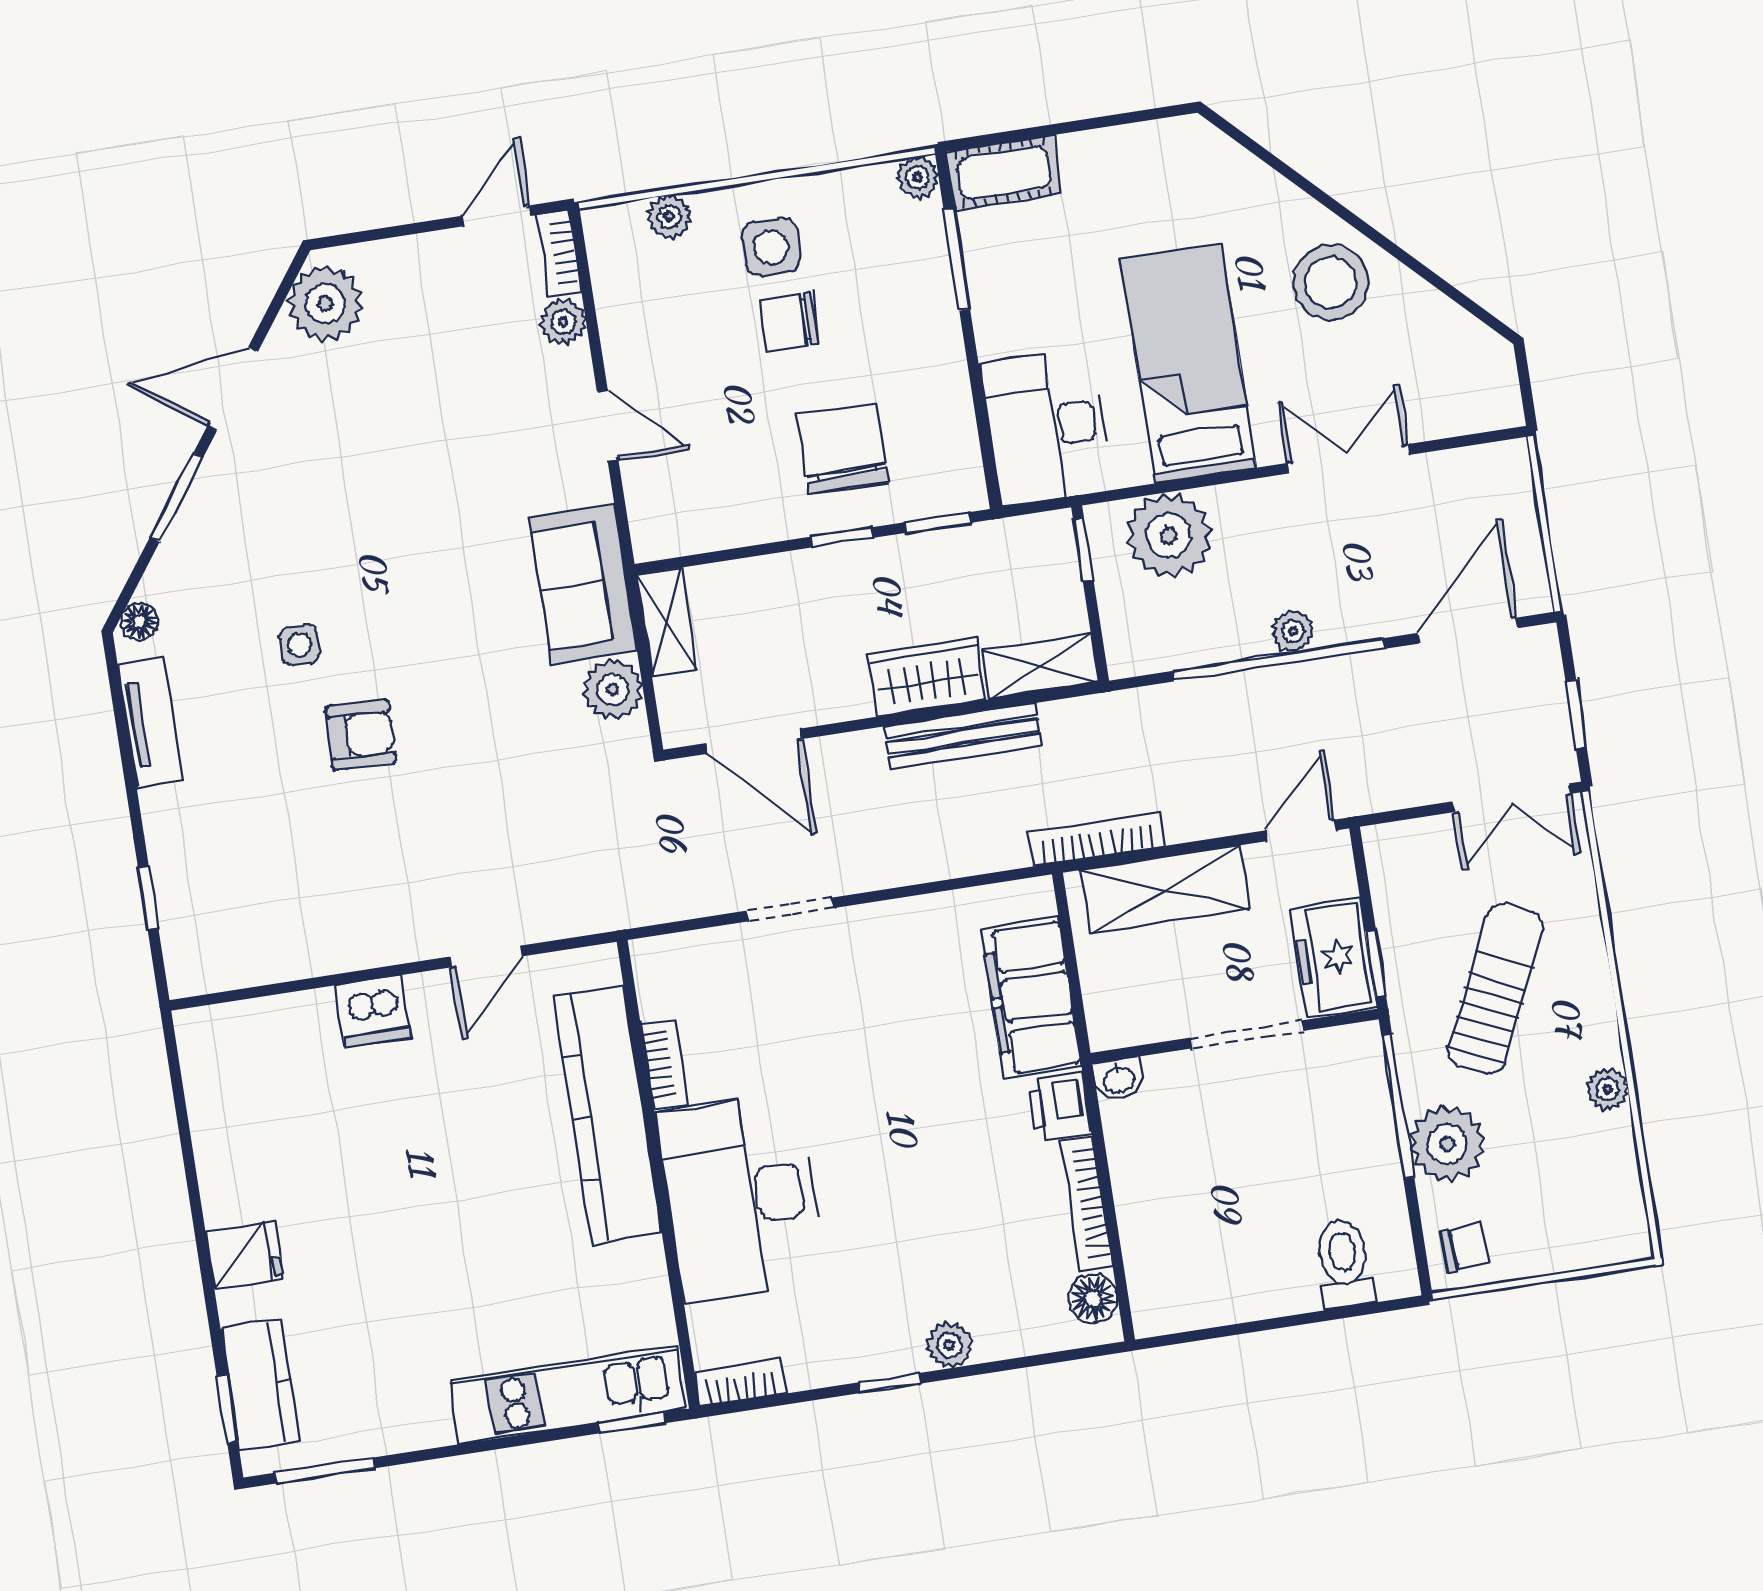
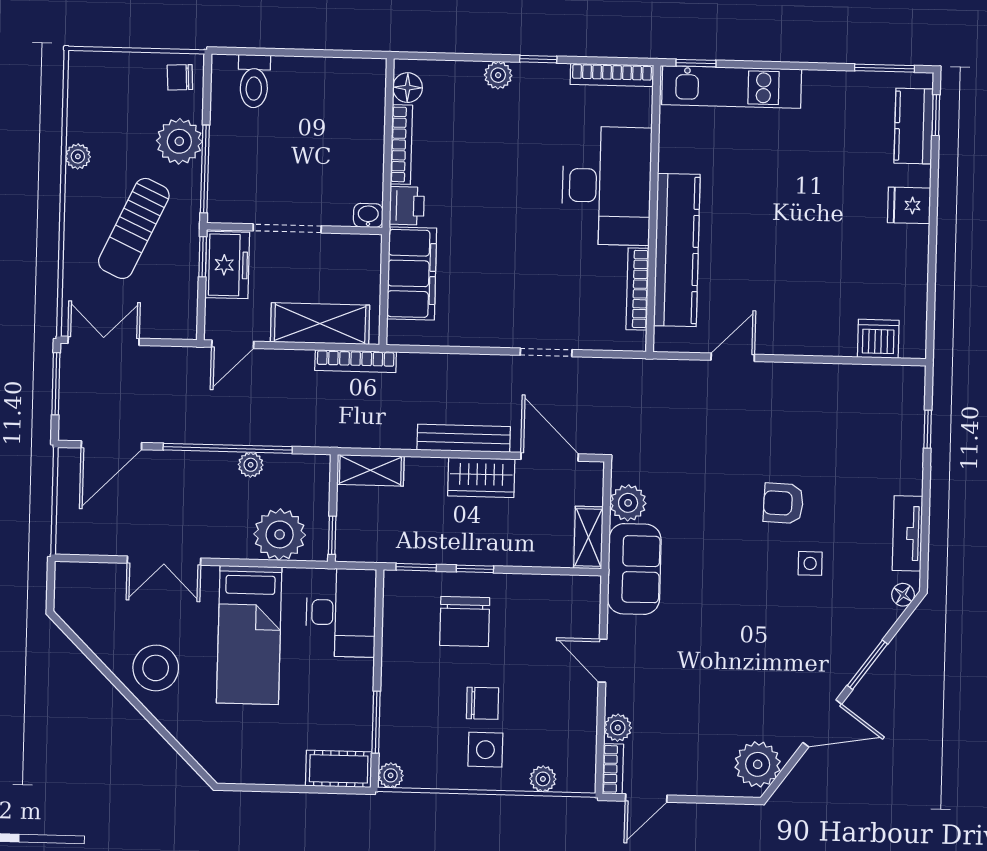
plant: (1293, 631) -> (251, 465), moved
wardrobe: (927, 677) -> (481, 477), moved
window: (1576, 714) -> (56, 384), width x1.50
bench: (963, 736) -> (464, 438), moved
dishwasher: (373, 1011) -> (878, 339), moved
bookcase: (664, 1063) -> (638, 289), width x1.56
bookcase: (741, 1383) -> (612, 75), width x1.56

